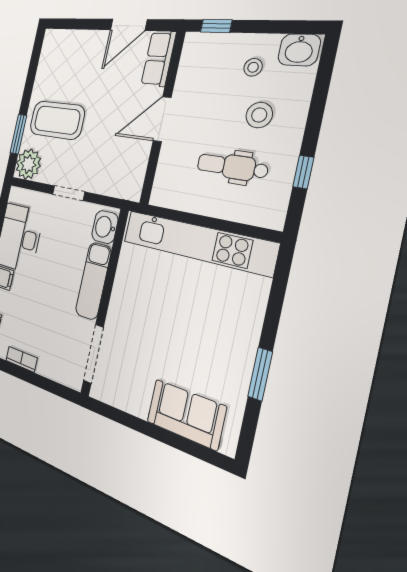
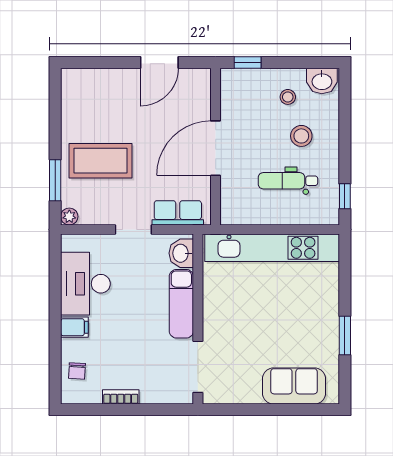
row of seats: (159, 59) -> (178, 213), moved, turned 90
door: (162, 119) -> (216, 148), width x1.36
plant: (28, 164) -> (69, 217), width x0.53, depth x0.53
window: (303, 172) -> (345, 196), moved

